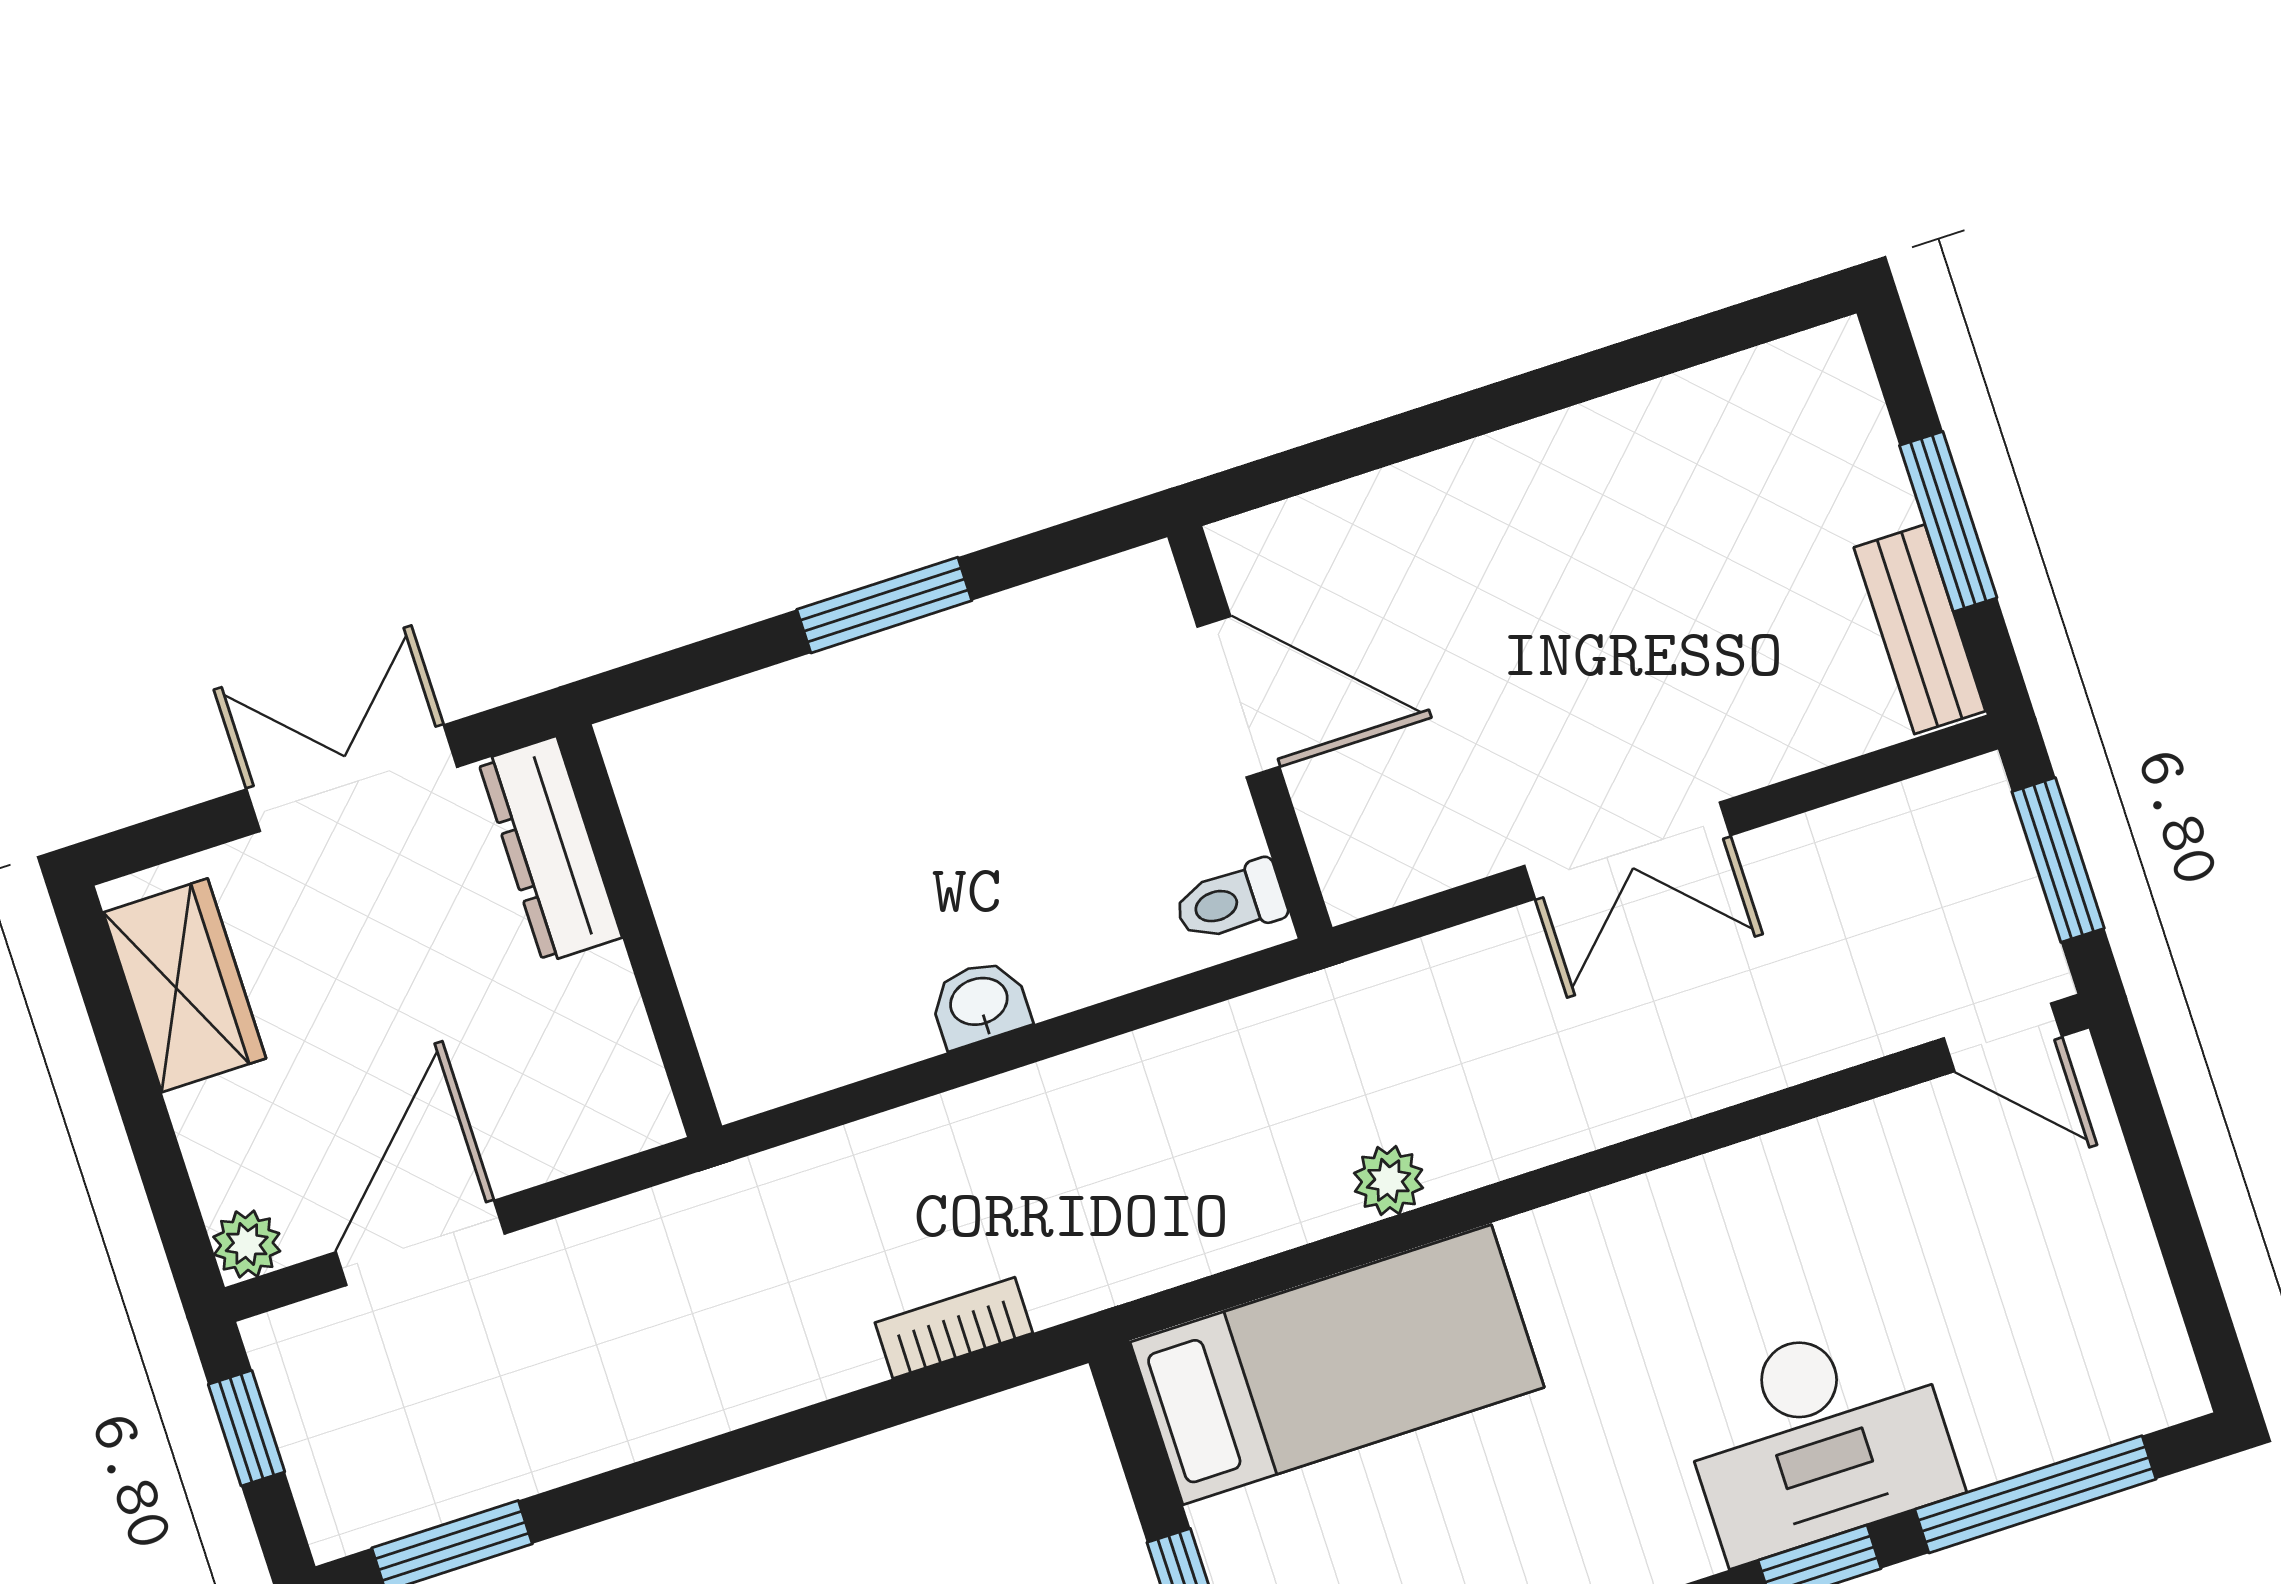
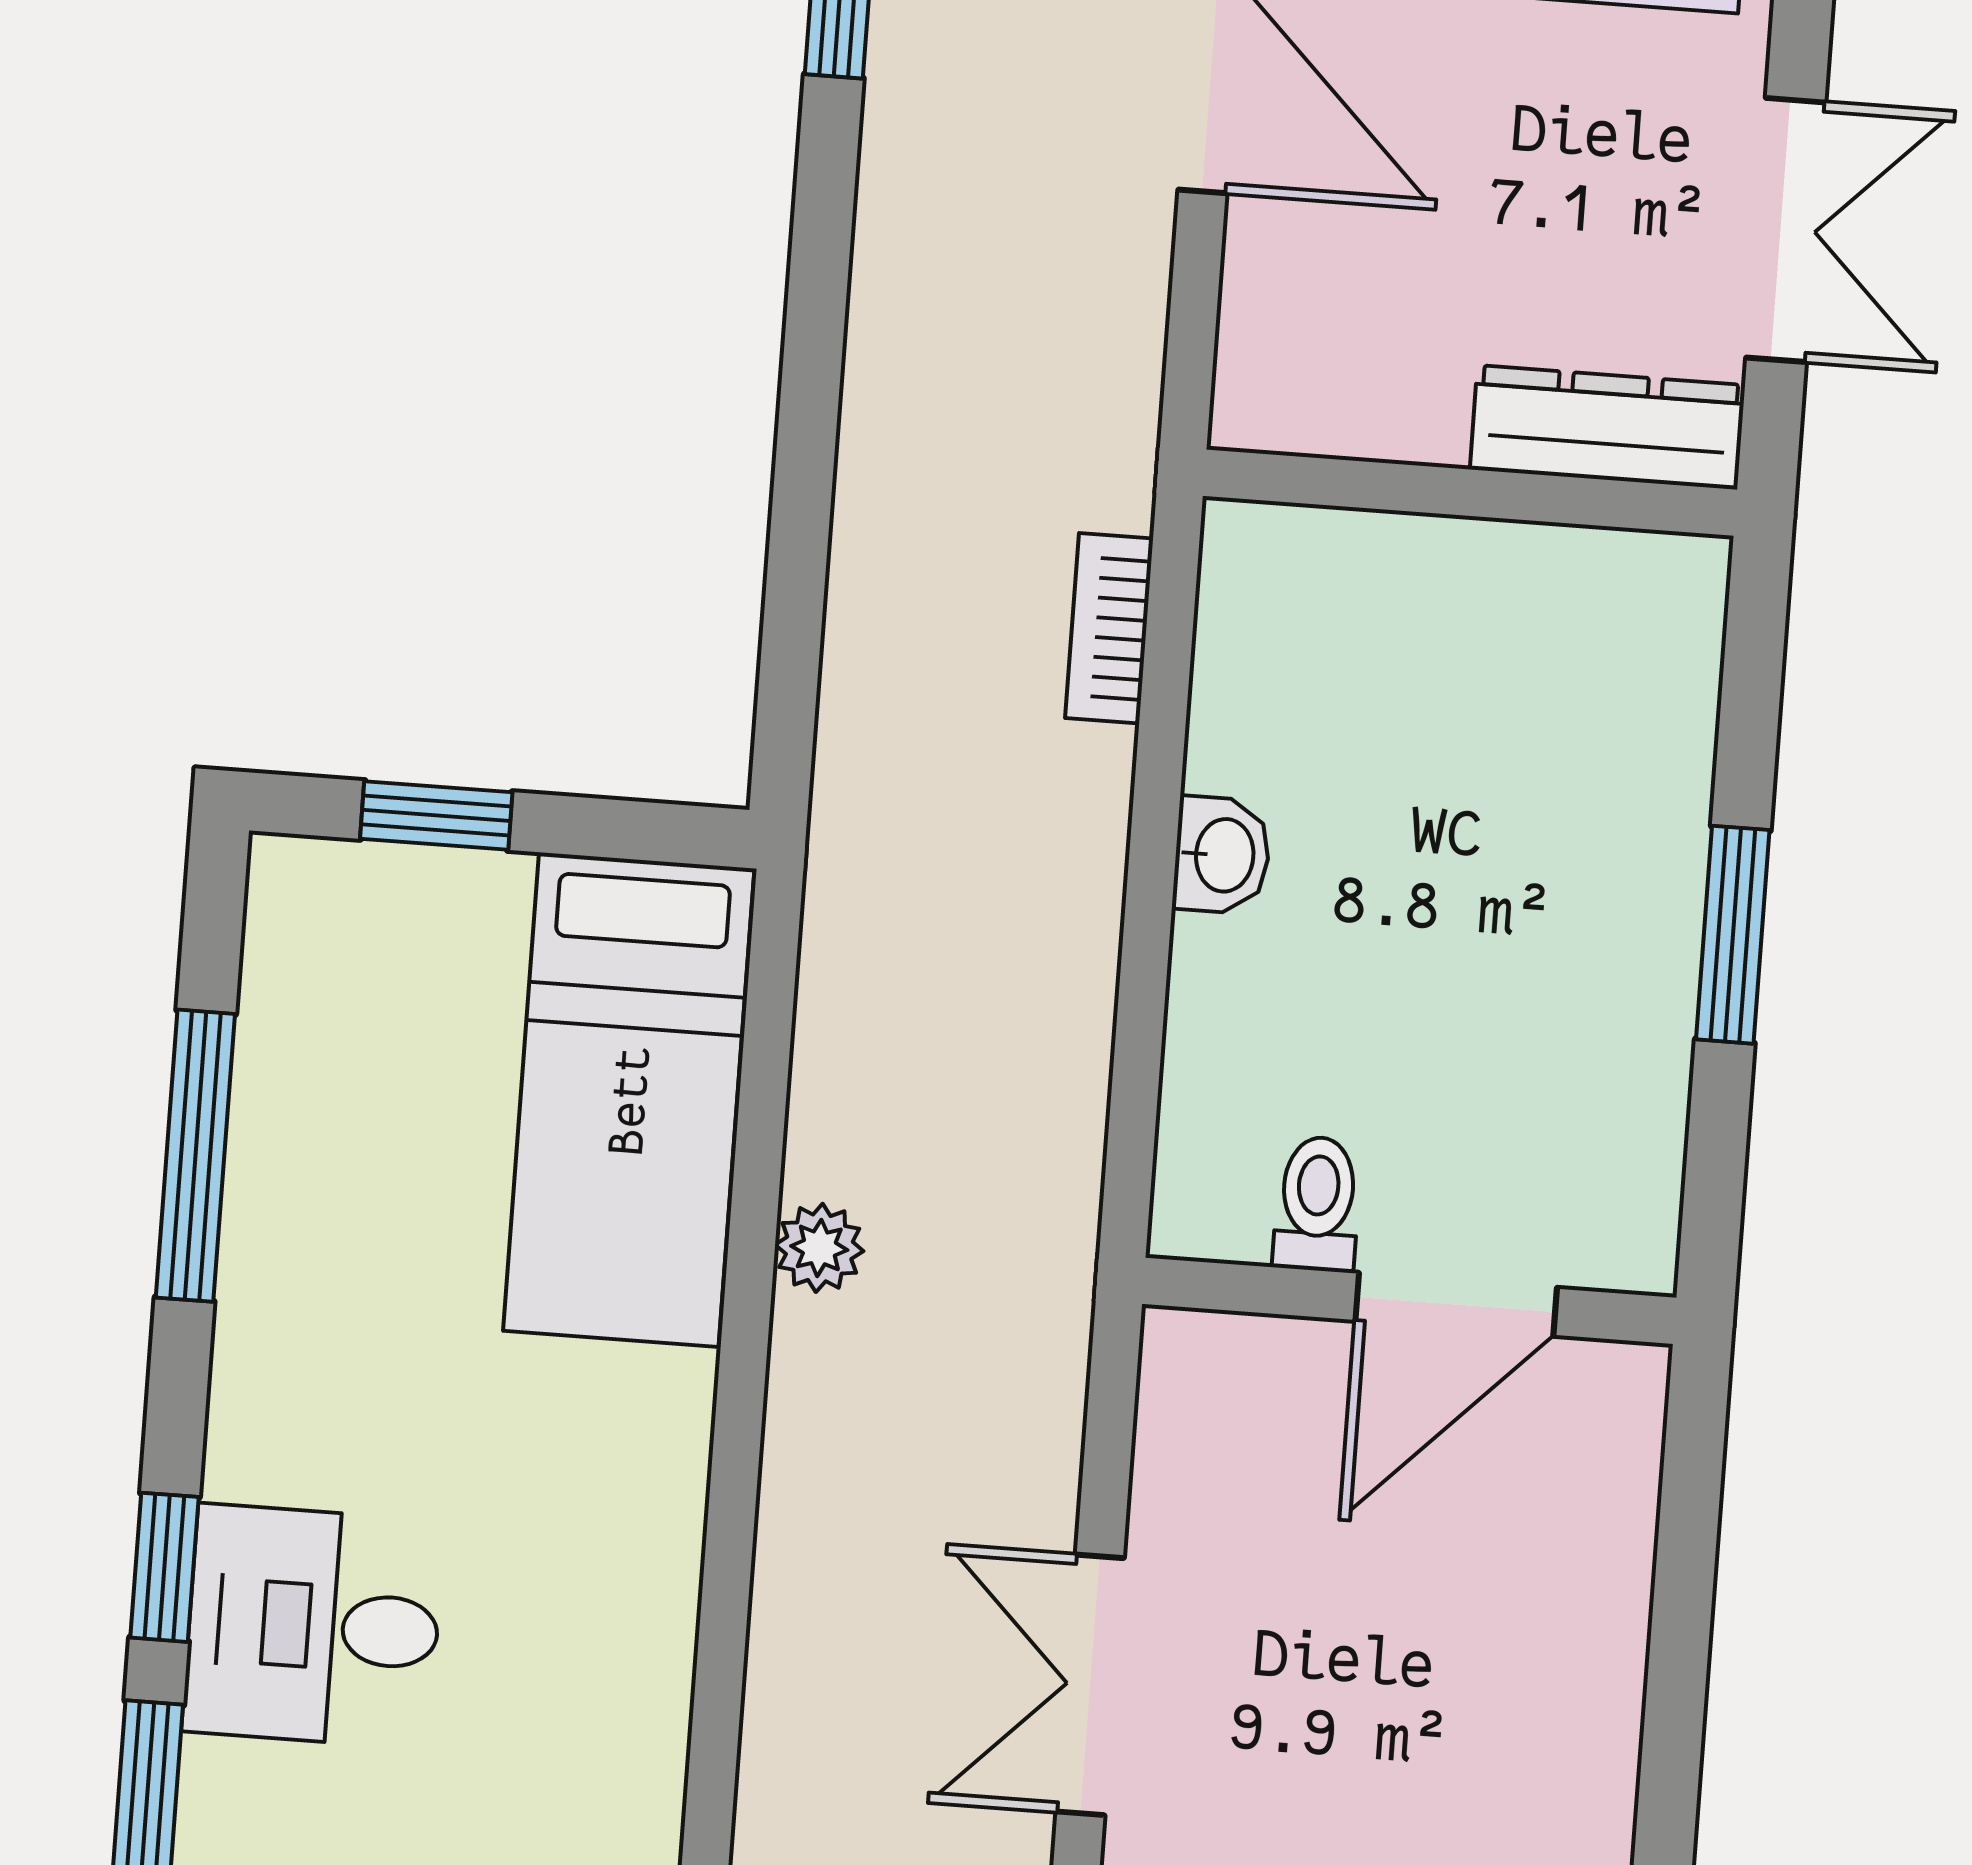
toilet: (1230, 902) -> (1317, 1204), moved
bookcase: (954, 1328) -> (1109, 628), moved, turned 180
desk: (1818, 1438) -> (313, 1626), width x0.73

